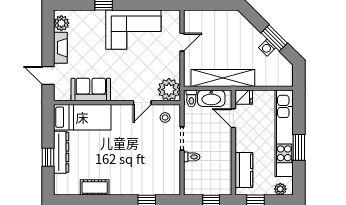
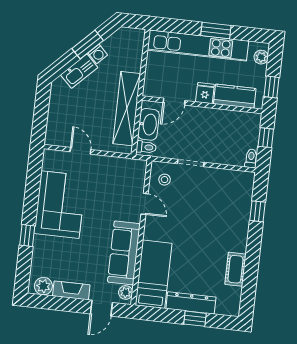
kitchen sink: (251, 33) -> (79, 71), added
sofa: (91, 89) -> (124, 253), width x1.36
plant: (169, 90) -> (126, 292), moved, width x0.53, depth x0.53
fridge: (244, 97) -> (205, 93), moved
toilet: (192, 157) -> (251, 158), moved

